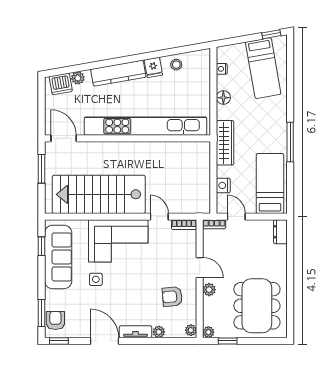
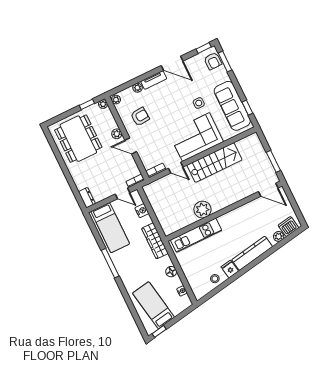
kitchen unit: (145, 126) -> (196, 235), width x0.54
plant: (152, 153) -> (202, 210), added
stairs: (99, 194) -> (214, 162), width x0.73, depth x0.66

